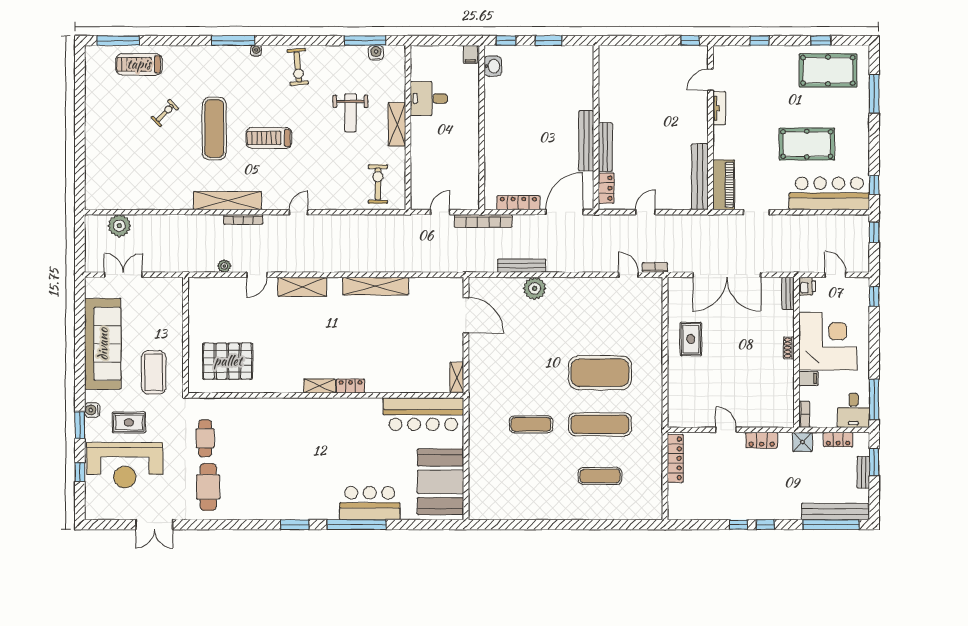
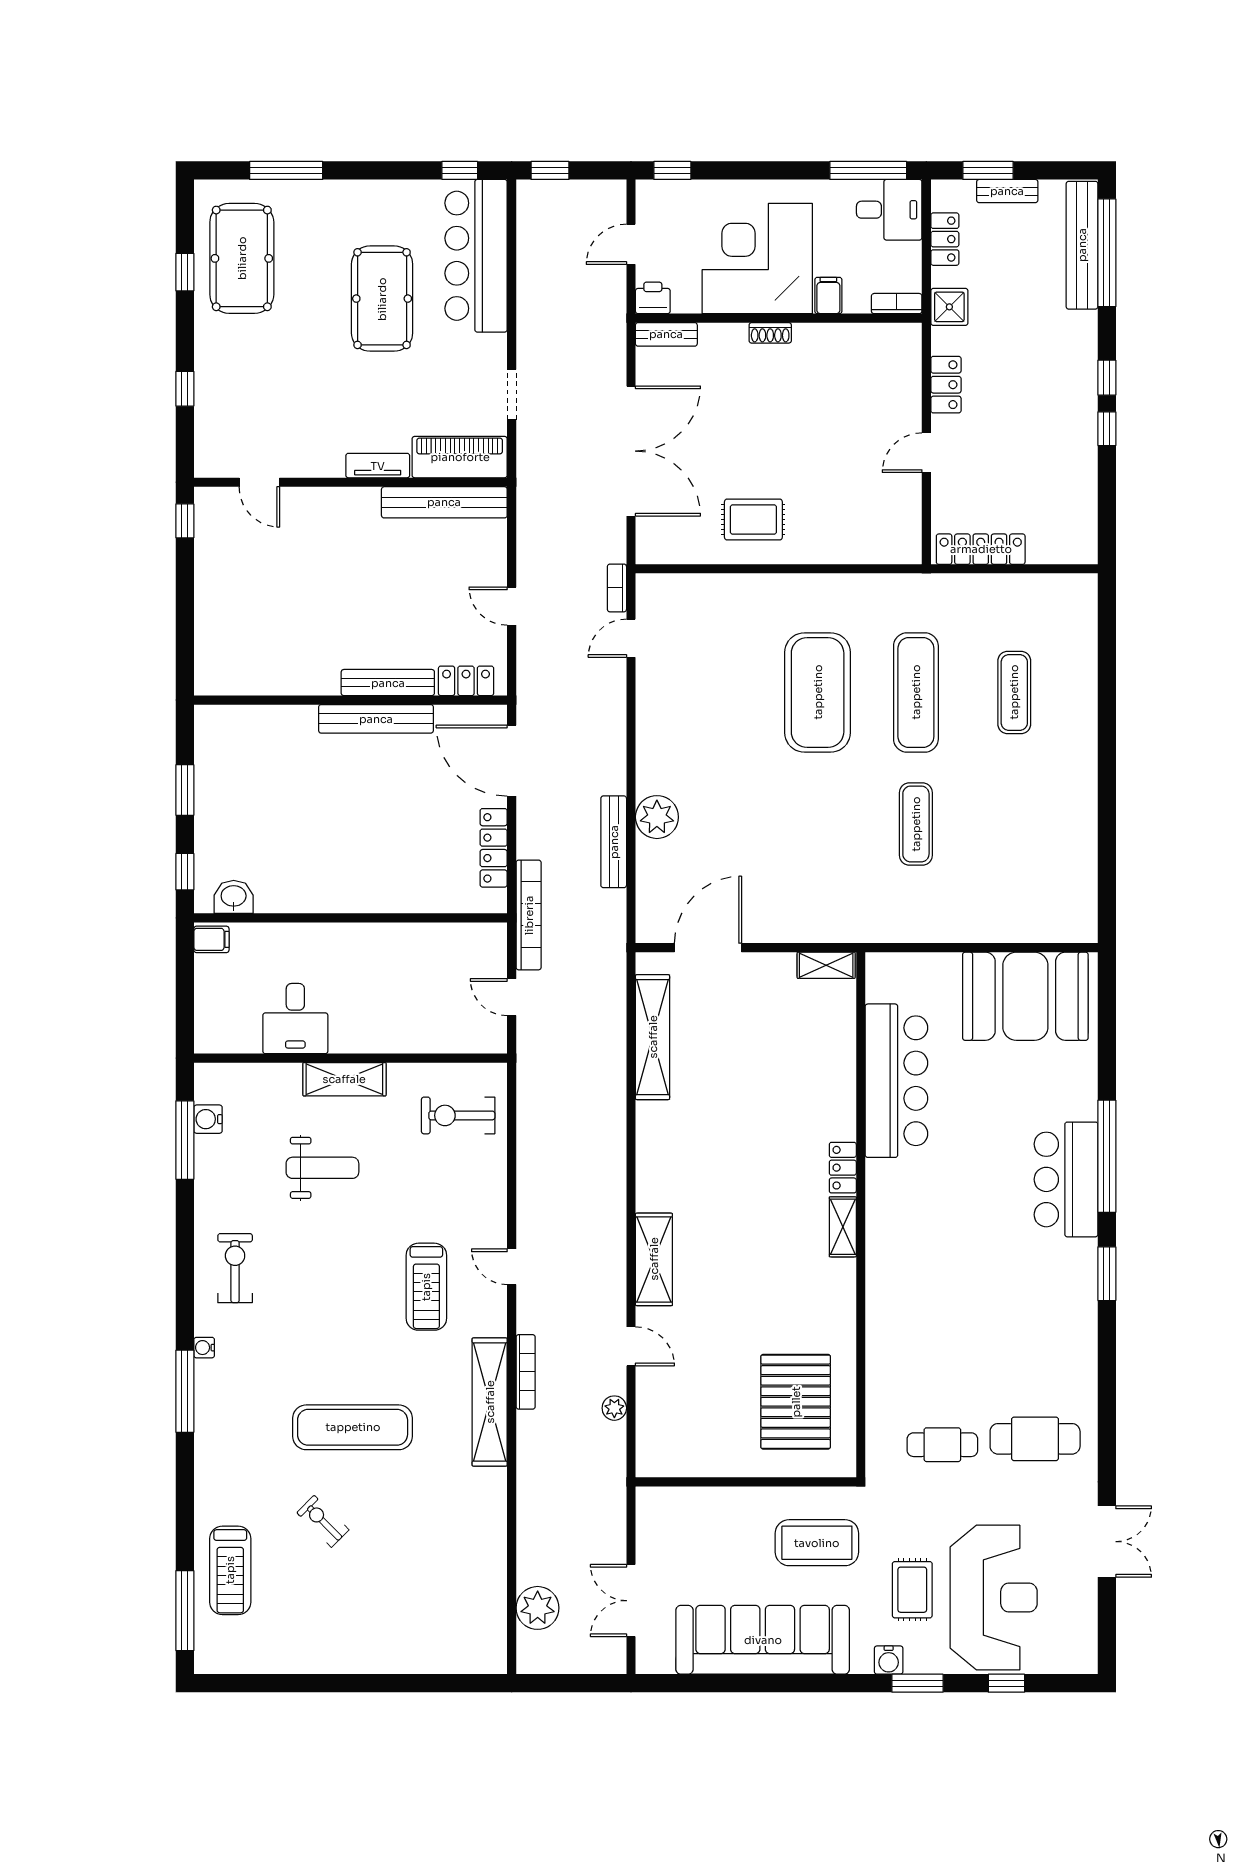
exercise bike: (298, 67) -> (235, 1268), turned -85
tv unit: (719, 108) -> (378, 466), moved
treadmill: (269, 138) -> (426, 1287), moved
shelving: (376, 286) -> (653, 1037), moved
bar counter: (423, 414) -> (896, 1081), moved
bar counter: (370, 503) -> (1066, 1179), moved

